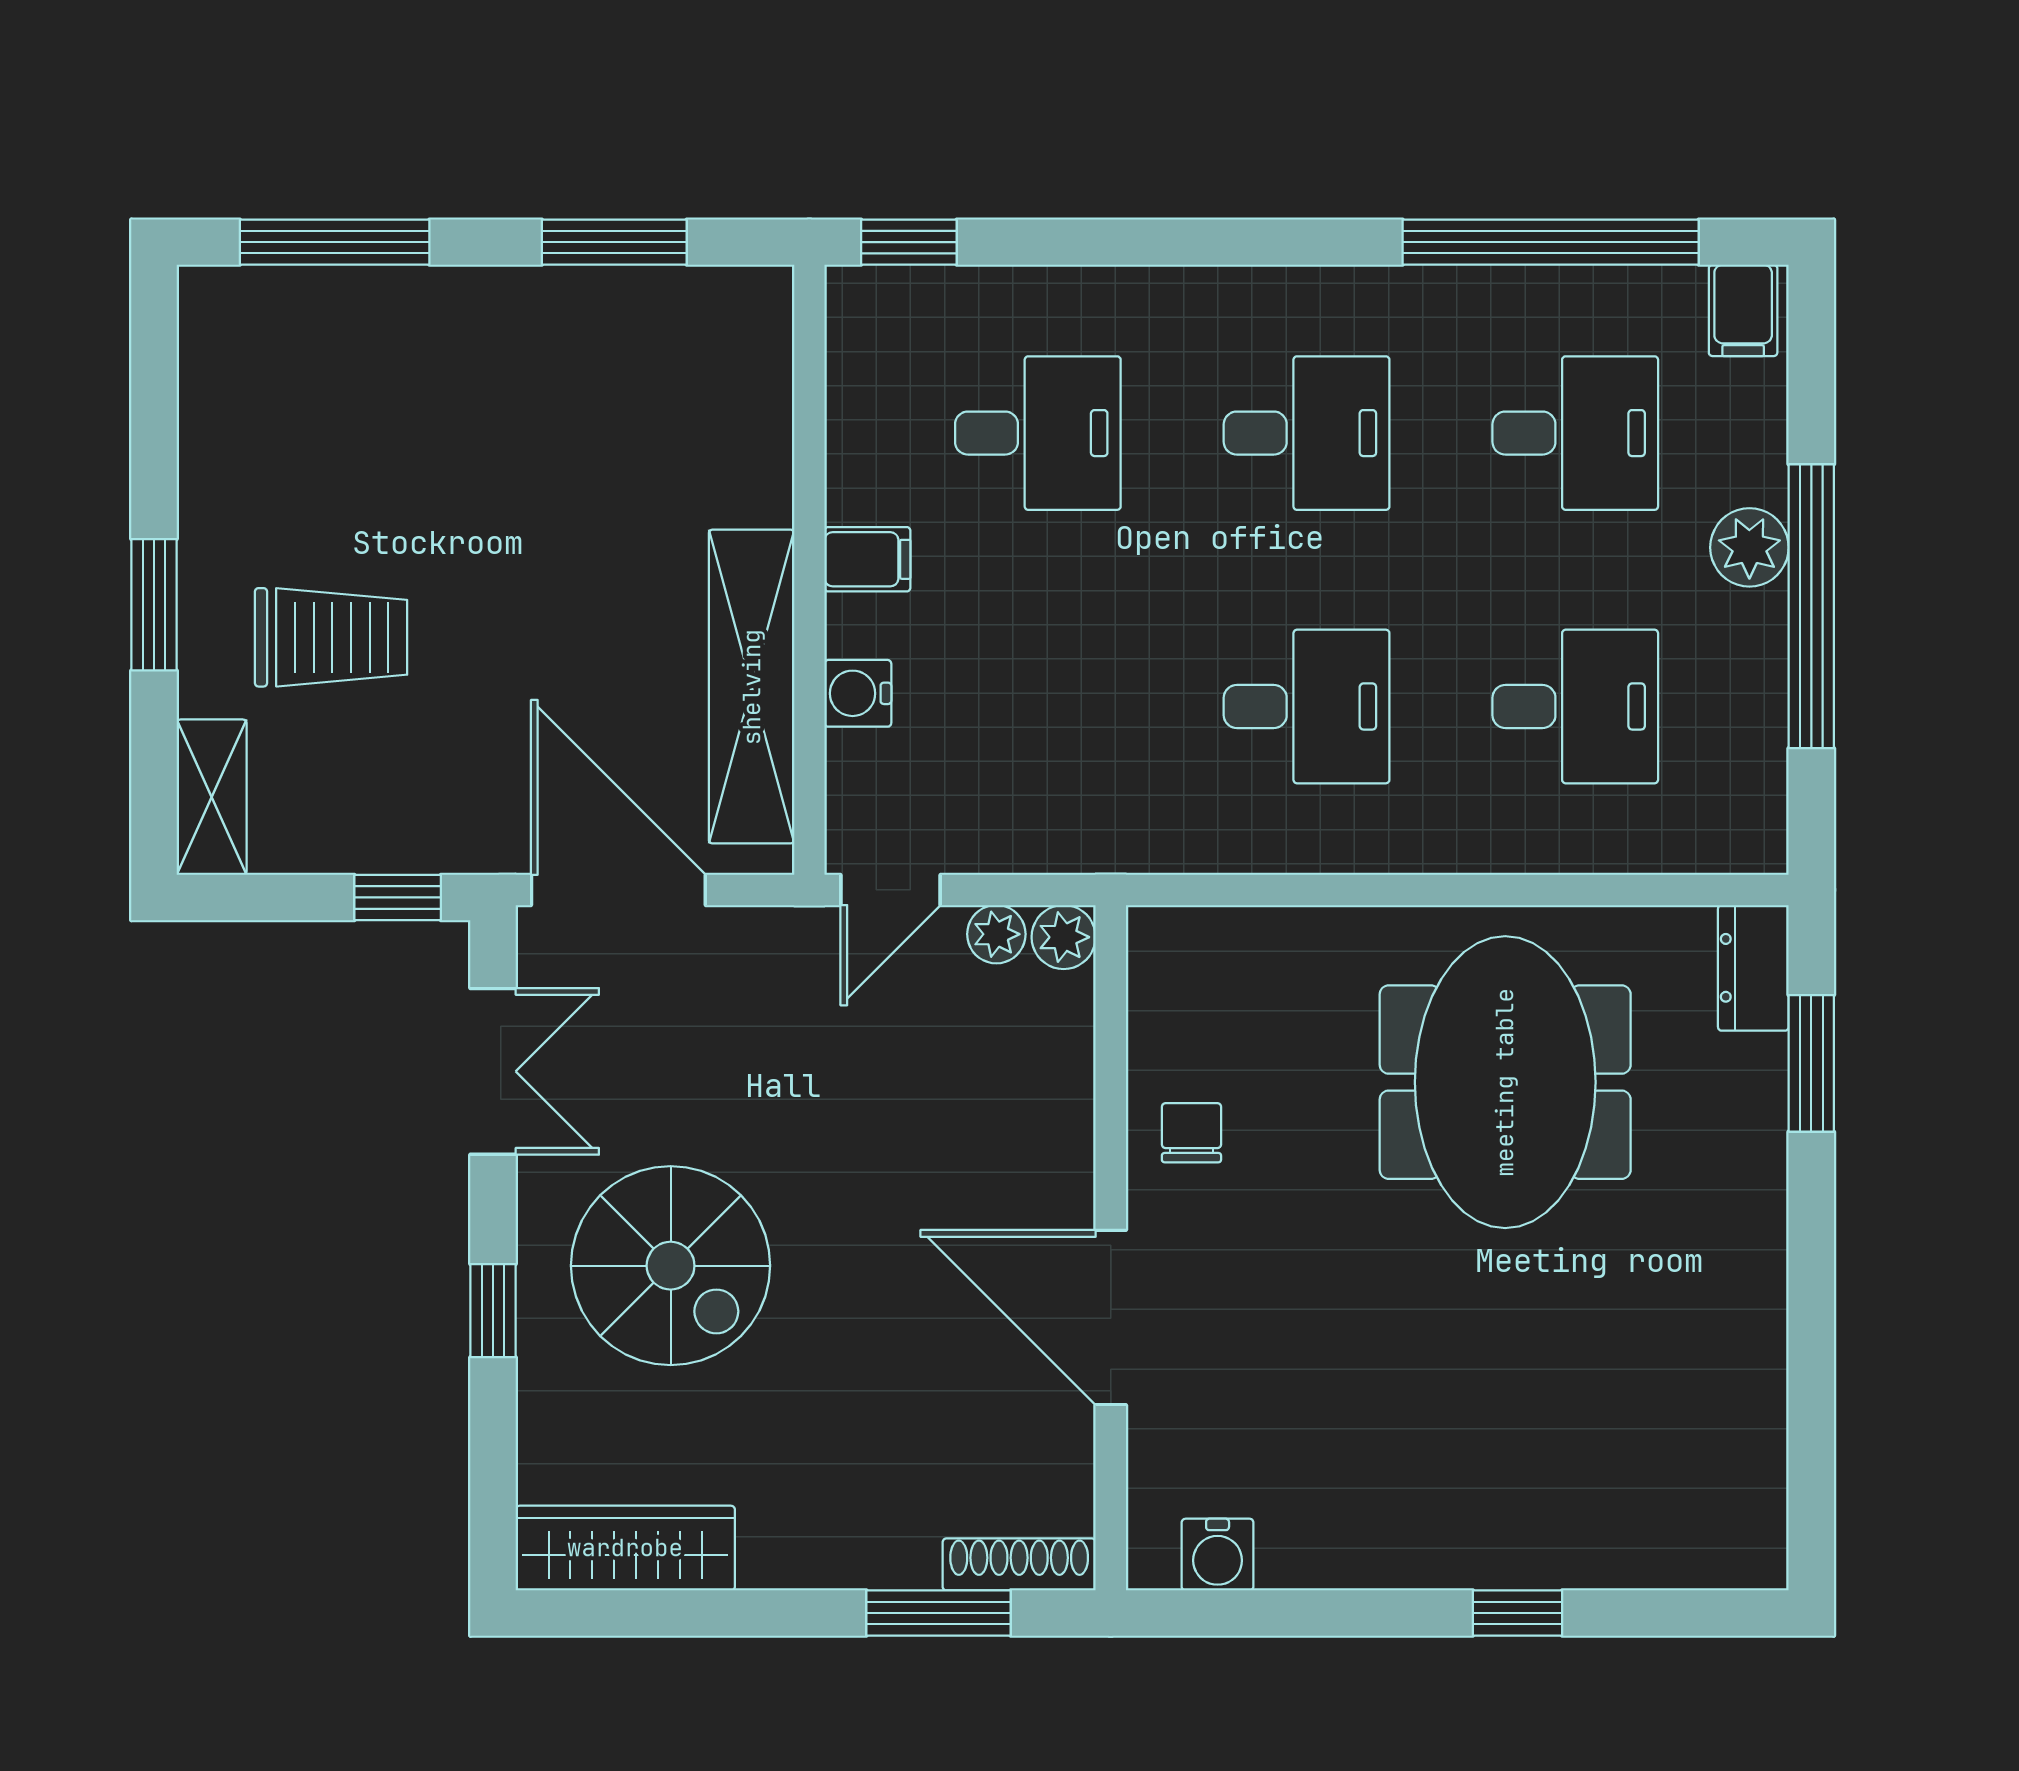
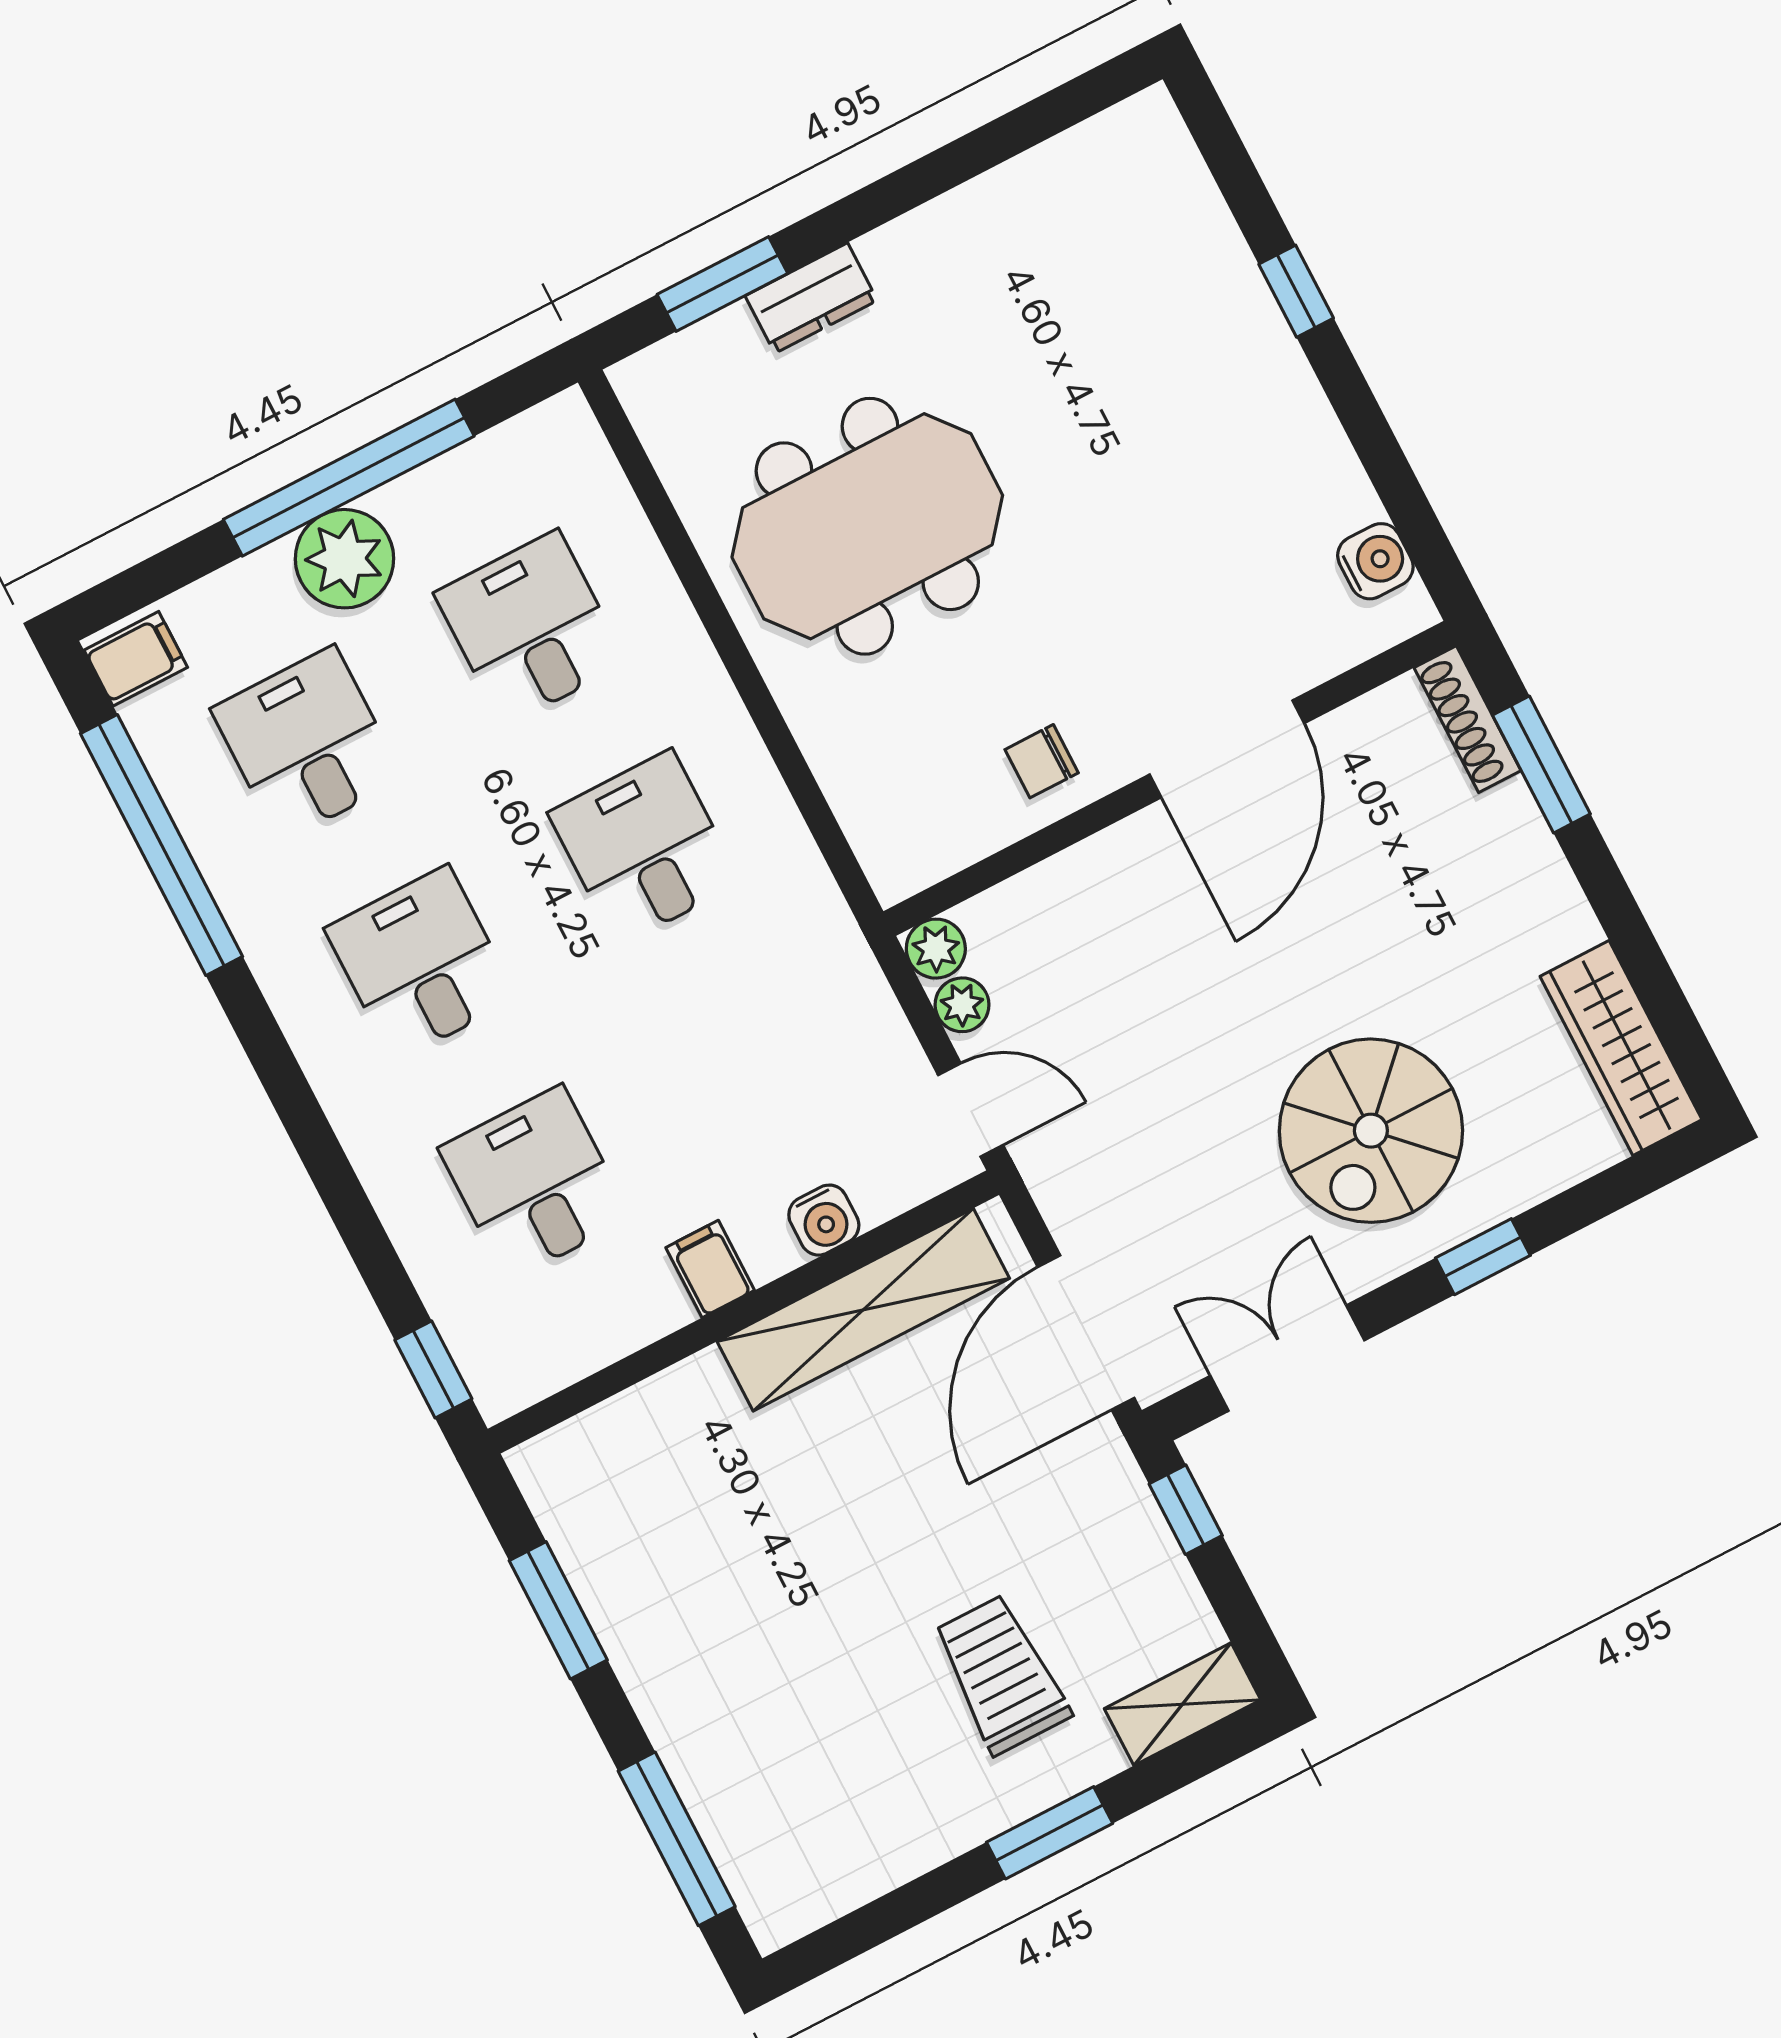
plant: (1749, 547) -> (345, 559), width x1.36, depth x1.36
dresser: (1753, 968) -> (811, 298), moved
spiral stairs: (671, 1266) -> (1371, 1131), turned 180

